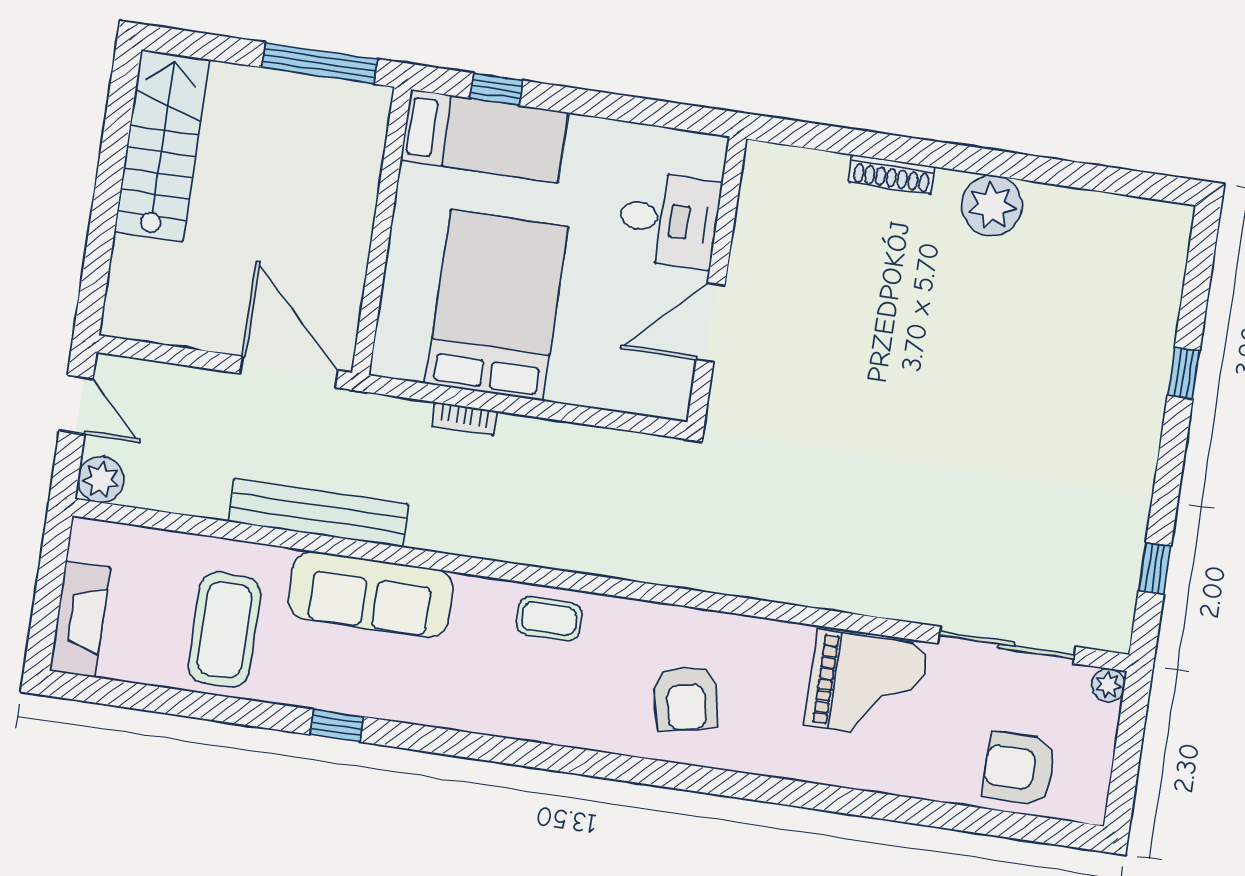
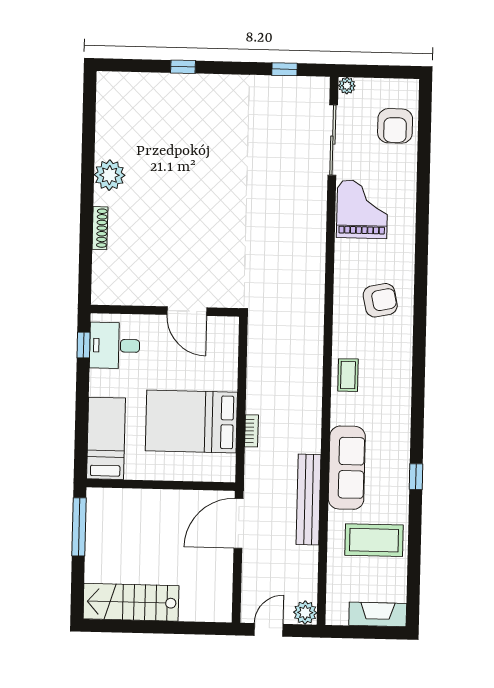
window: (496, 89) -> (83, 345), moved
desk: (669, 220) -> (115, 346), moved, turned -90

